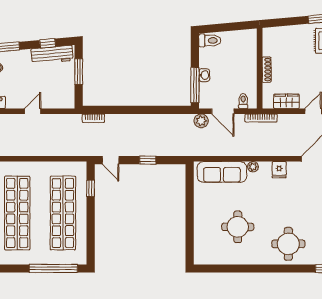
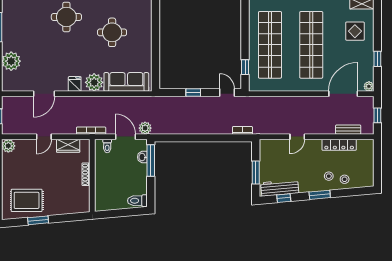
washbasin: (204, 75) -> (142, 157), moved
plant: (253, 167) -> (94, 82), width x1.87, depth x1.87

